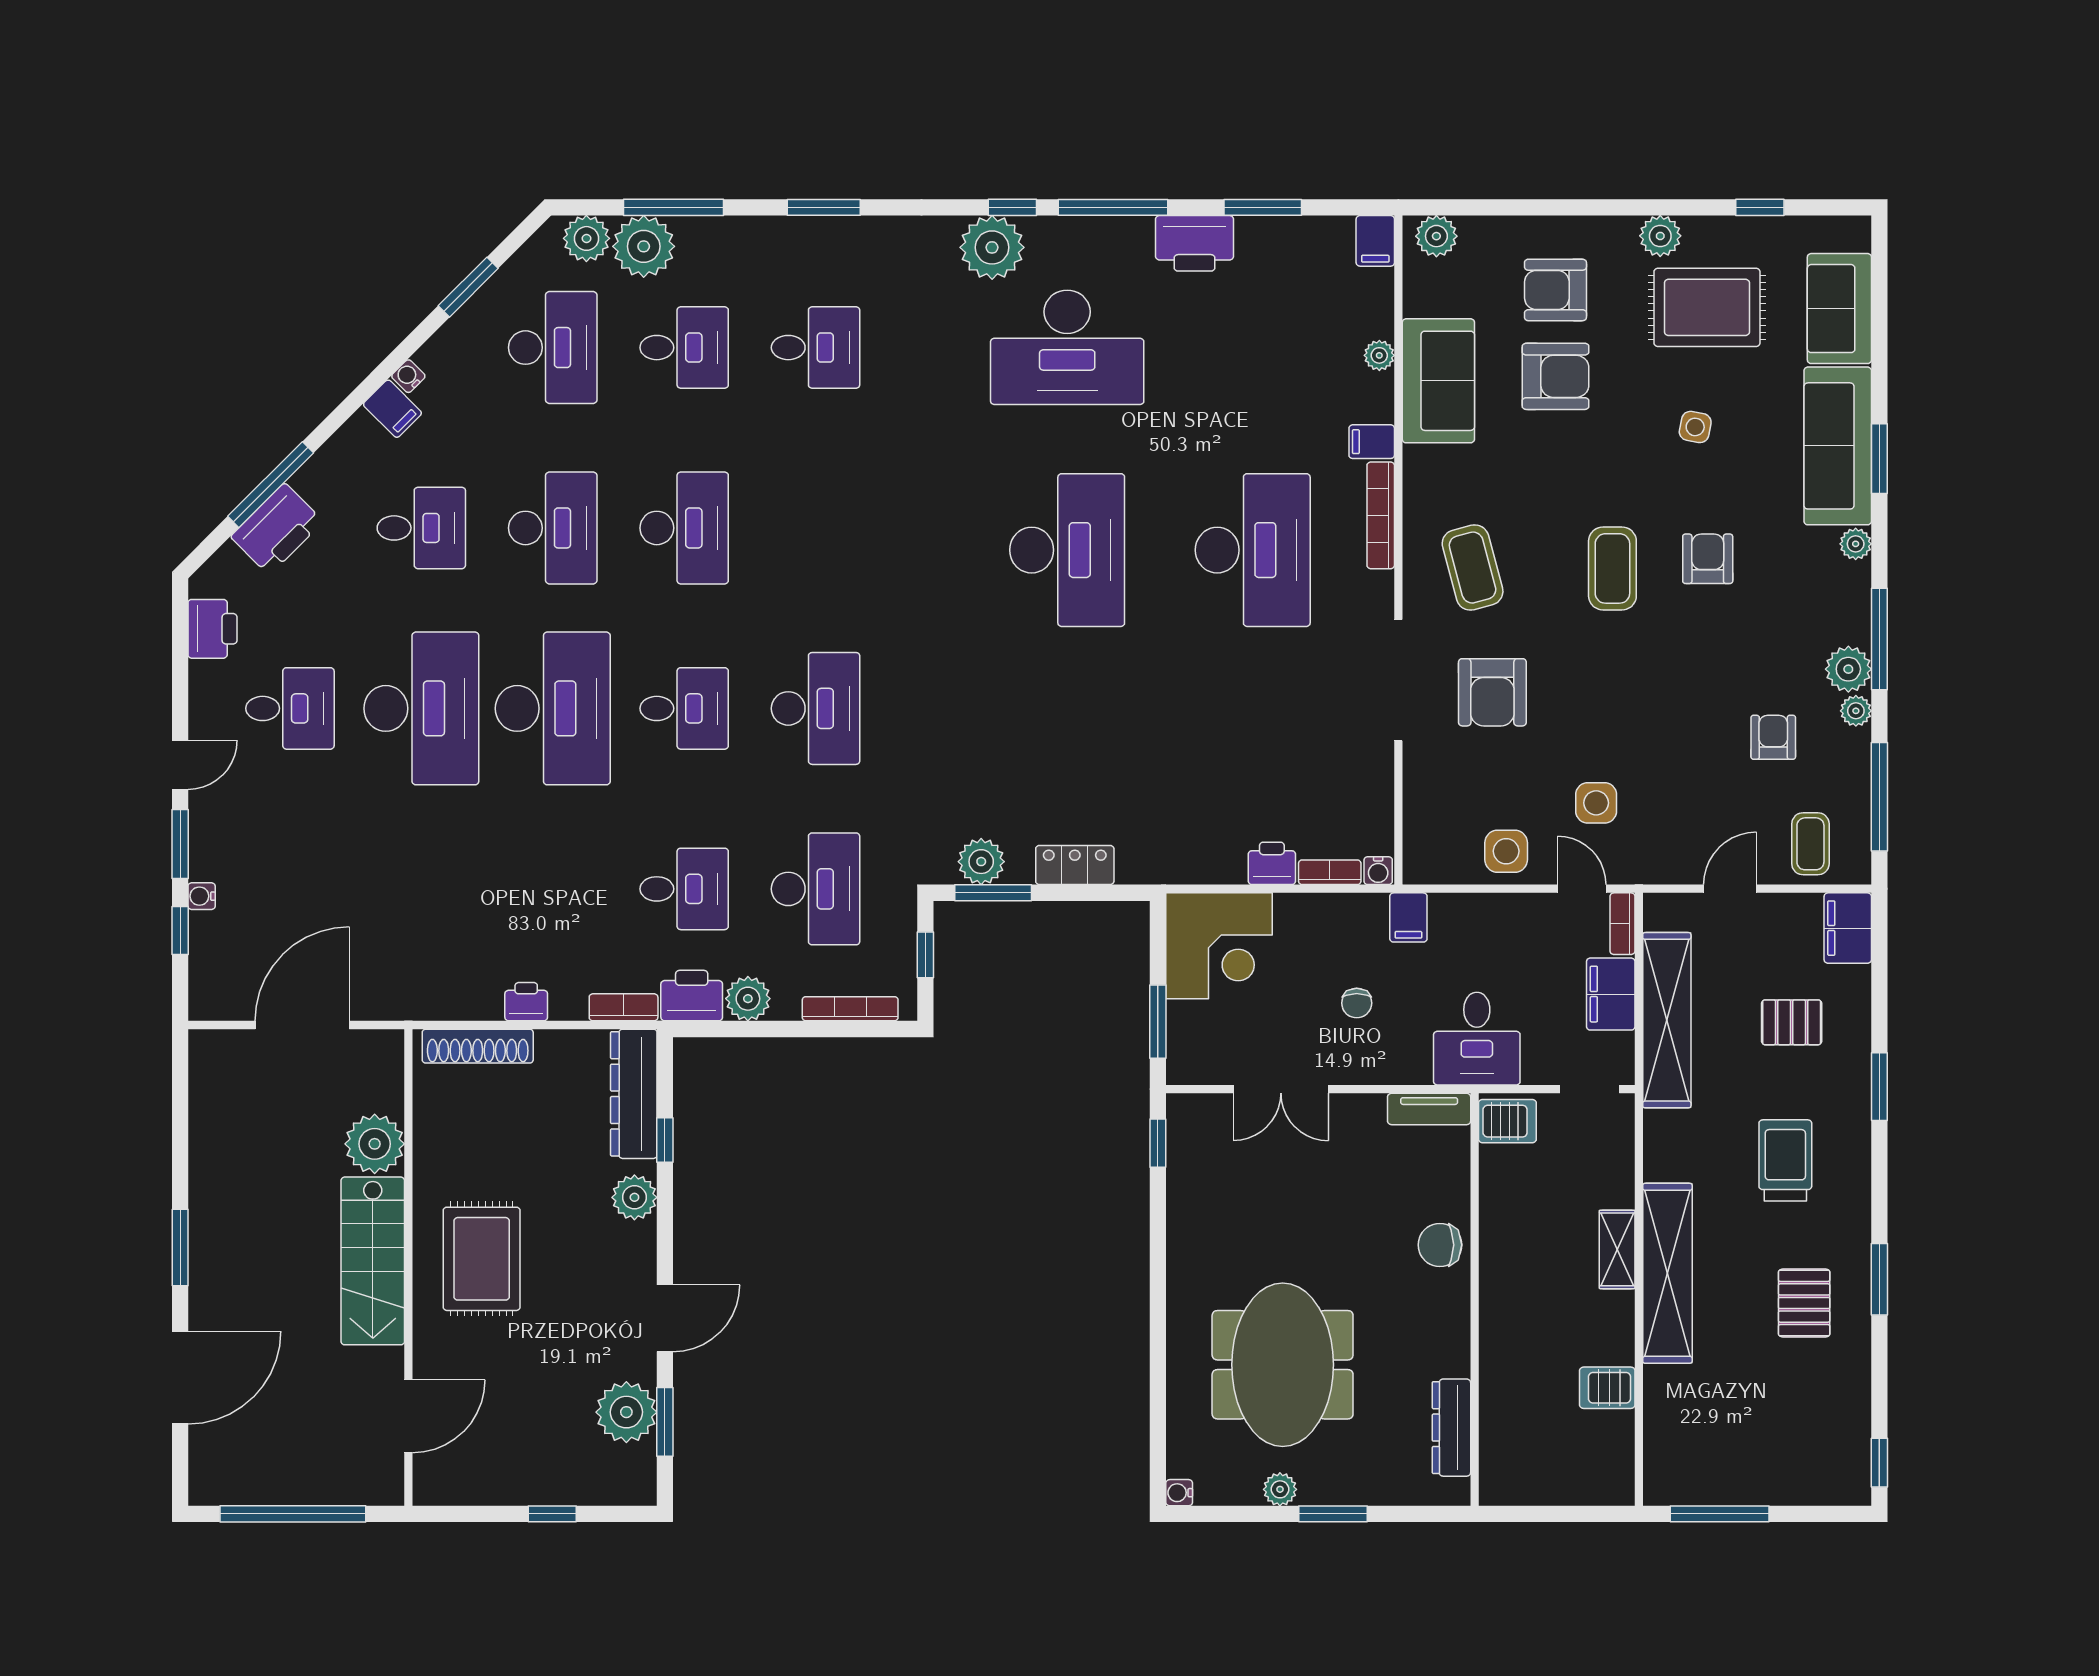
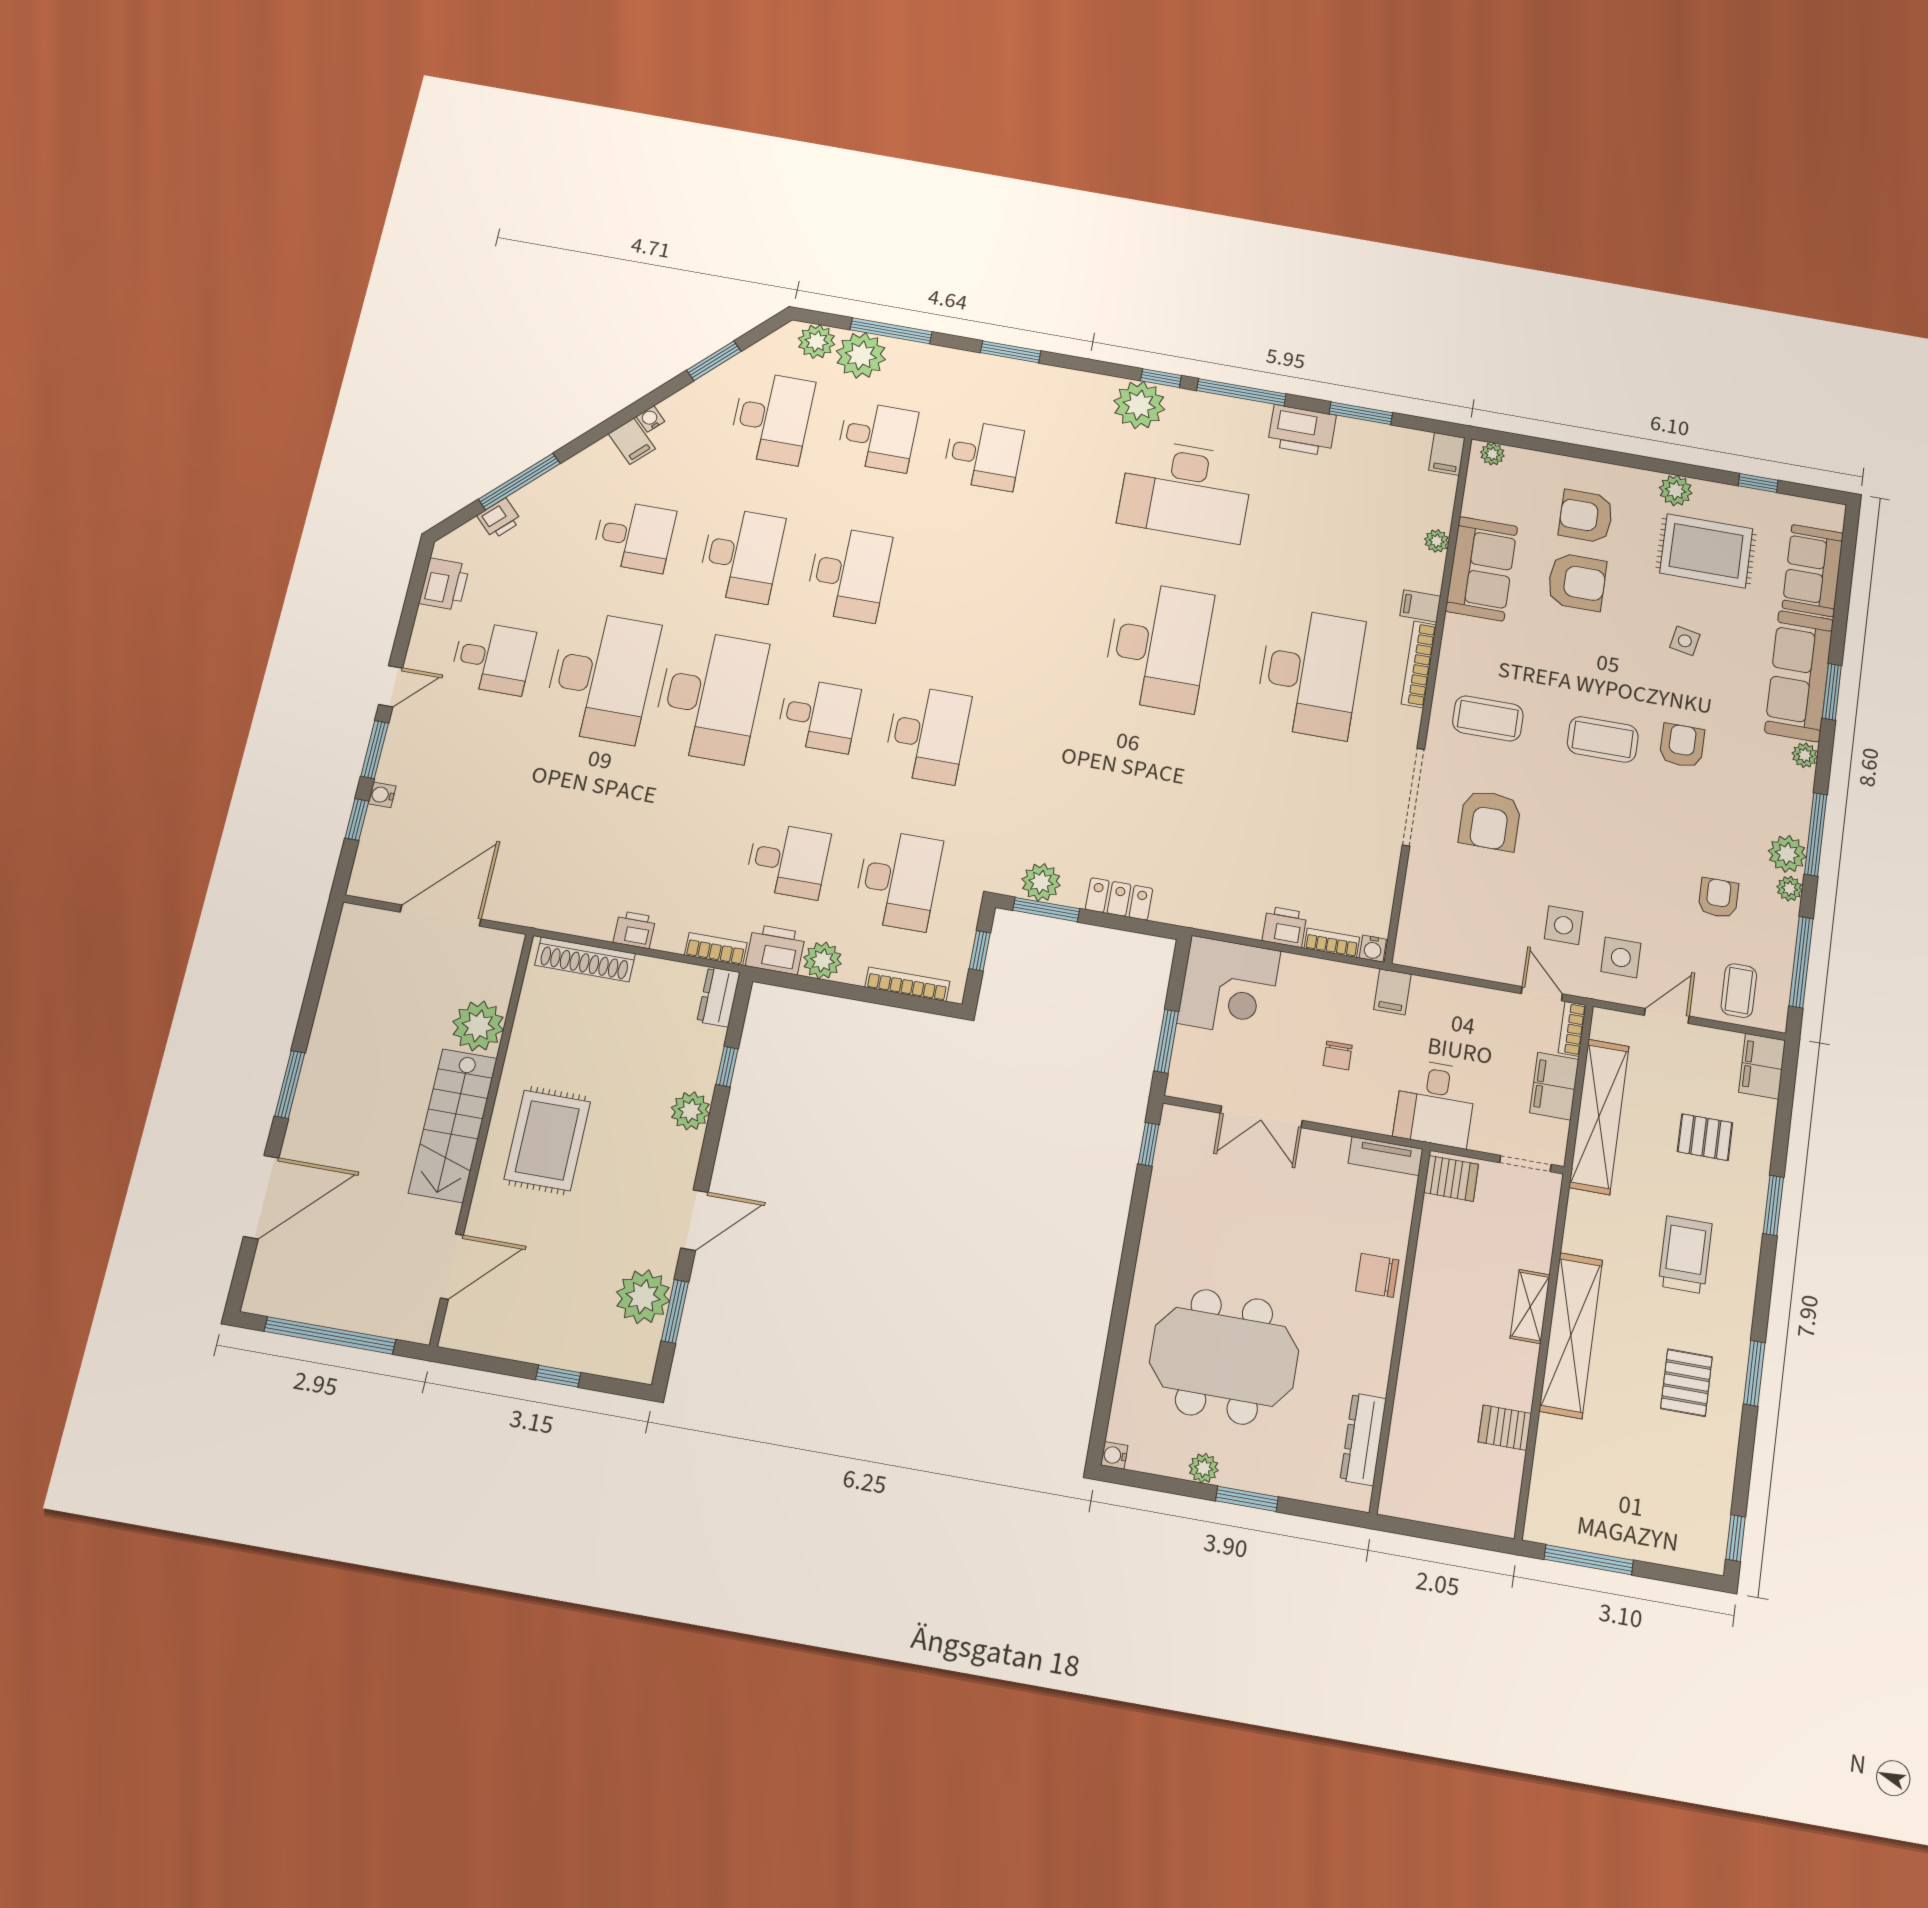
plant: (1436, 236) -> (1492, 454), width x0.73, depth x0.73
printer: (277, 529) -> (499, 518), width x0.53, depth x0.68
coffee table: (1473, 568) -> (1488, 718), turned -75
coffee table: (1612, 568) -> (1603, 739), turned 90
side table: (1506, 851) -> (1621, 957), moved
dresser: (634, 1094) -> (718, 997), width x0.51, depth x0.80
meeting table: (1283, 1365) -> (1224, 1357), turned 90

